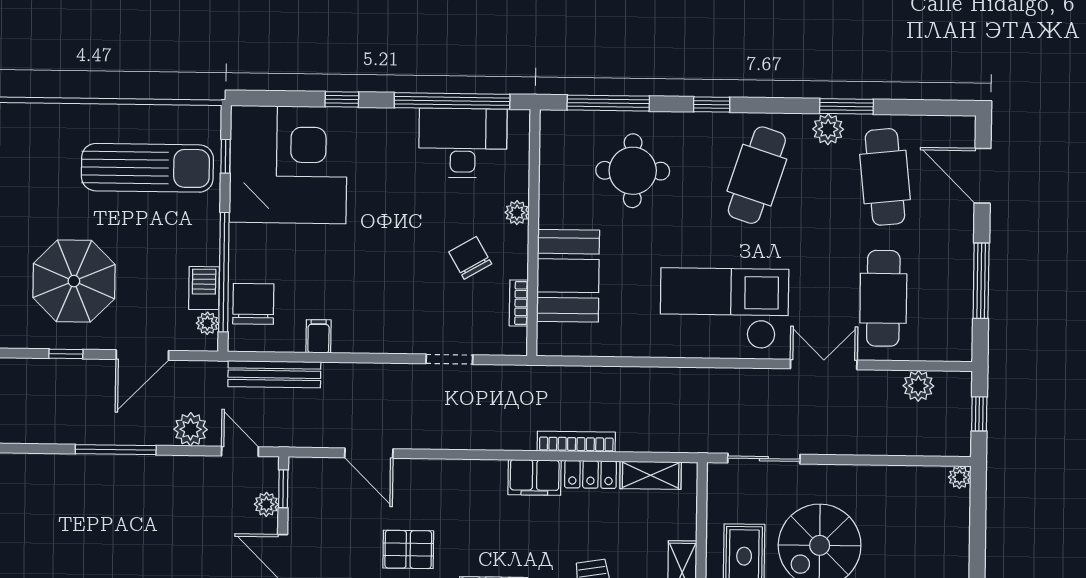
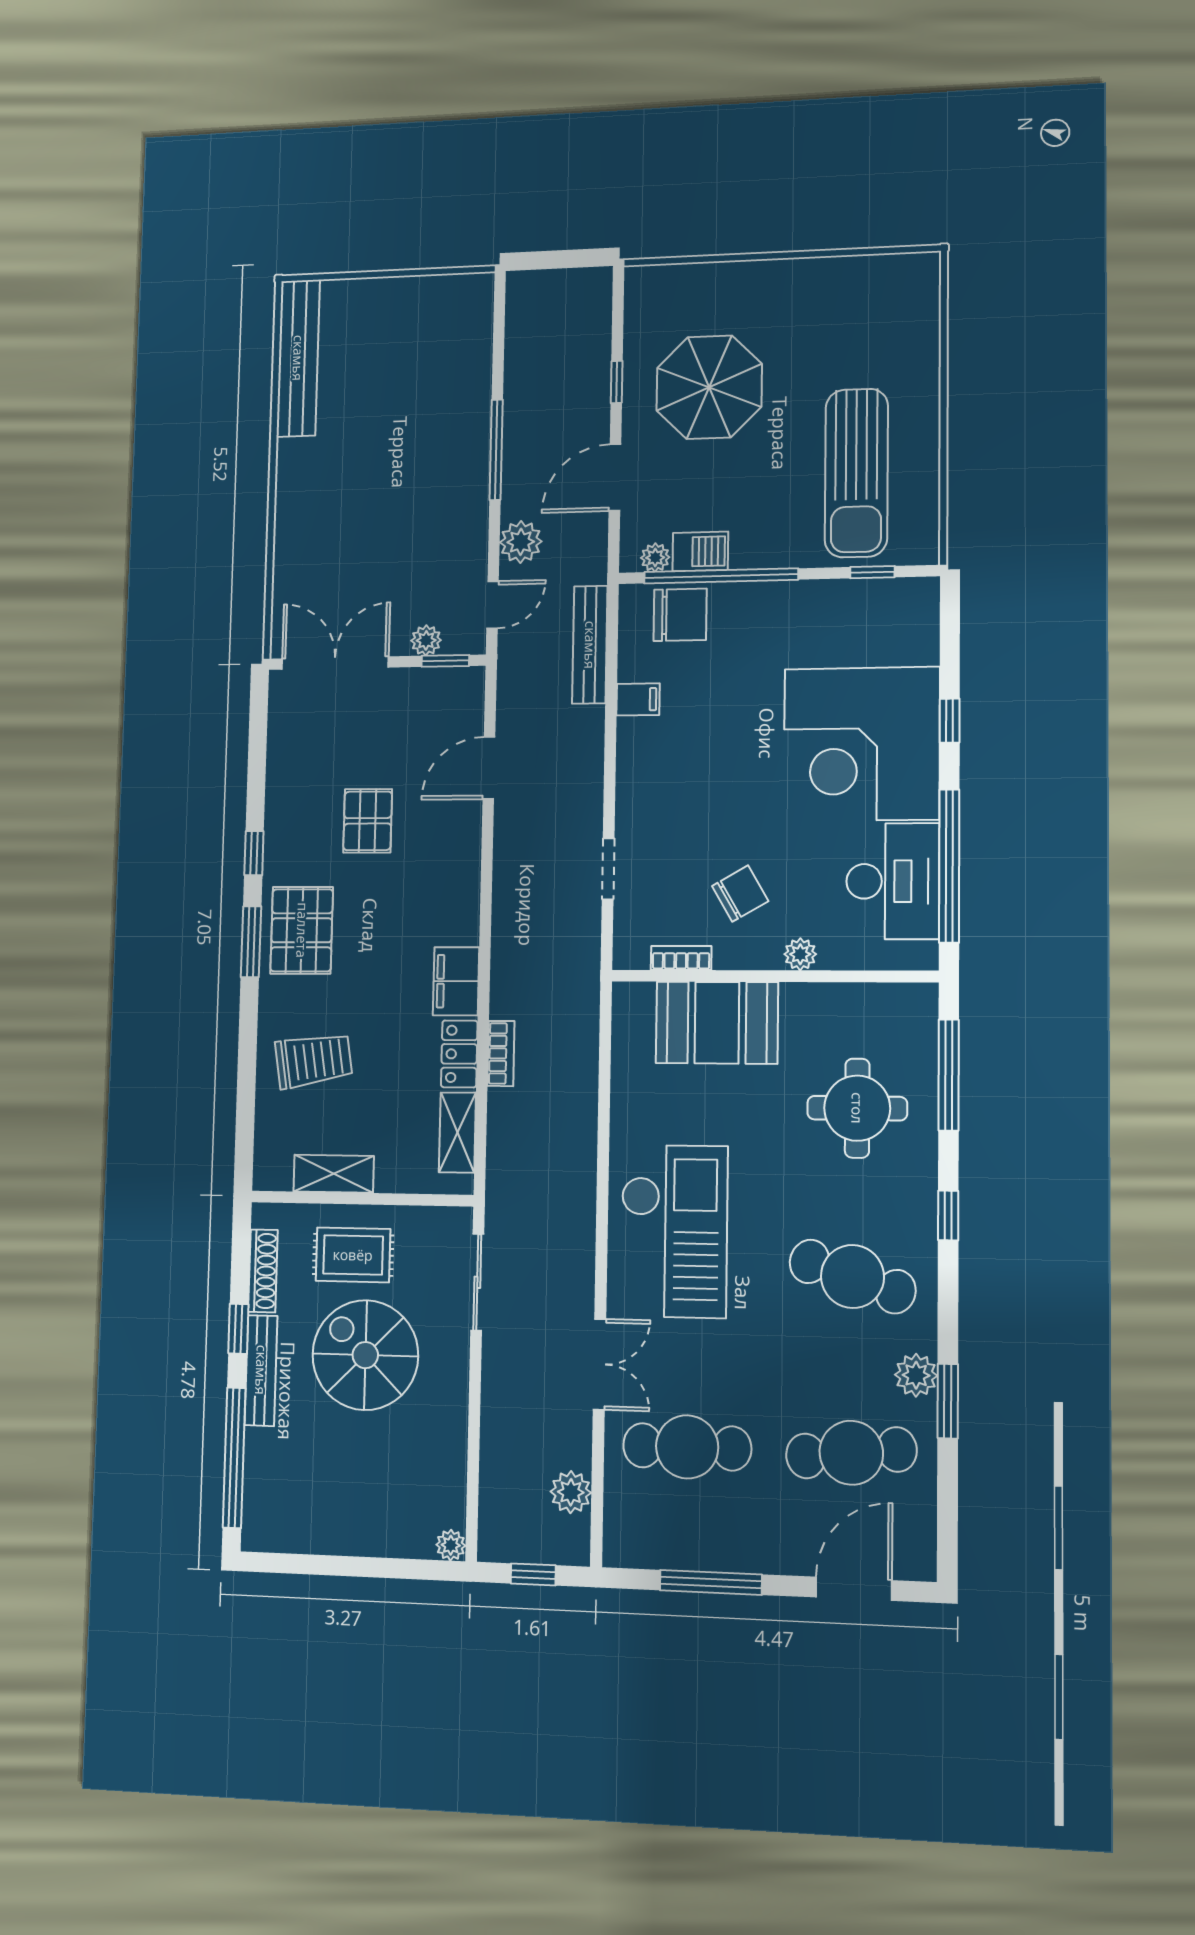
corner desk: (288, 165) -> (862, 744), moved, turned 90
door: (142, 355) -> (615, 477), hinge flipped
bookcase: (576, 442) -> (501, 1053), width x0.64

